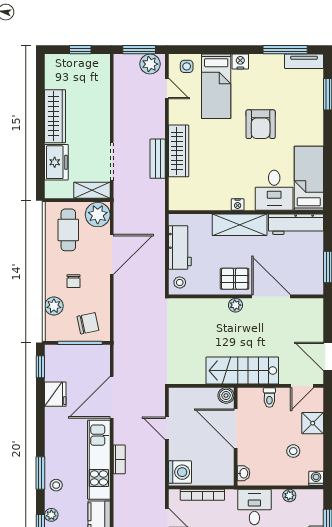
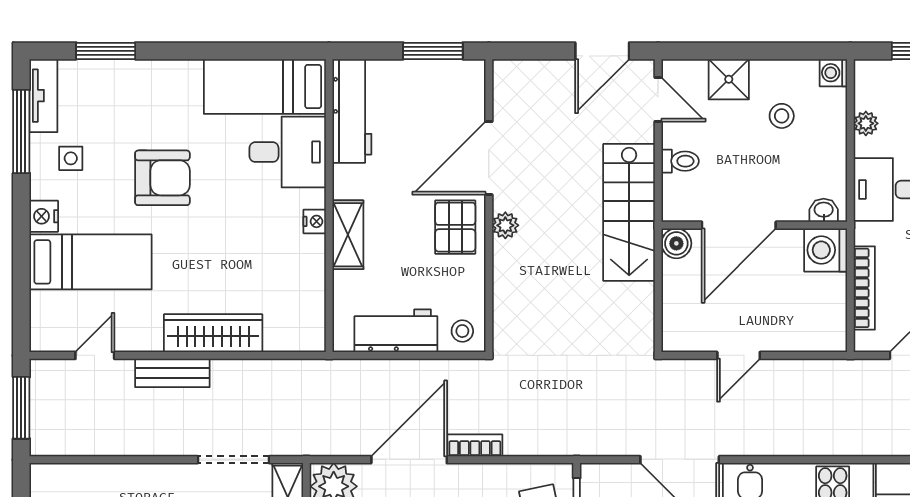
plant: (150, 64) -> (48, 387), removed
side table: (187, 66) -> (71, 158), moved
bench: (158, 159) -> (172, 373), moved
shelving: (240, 225) -> (348, 235), width x0.67, depth x0.75
door: (112, 254) -> (409, 460), hinge flipped
bookcase: (119, 459) -> (475, 445), moved
washing machine: (180, 472) -> (826, 250), moved, turned -90

